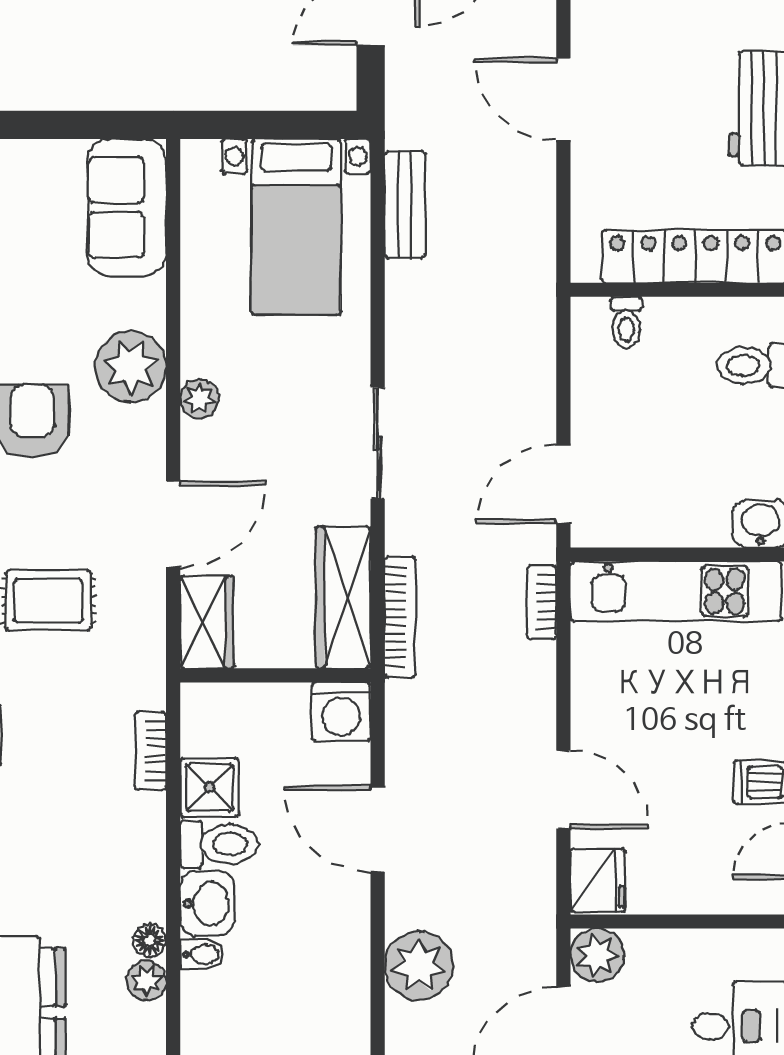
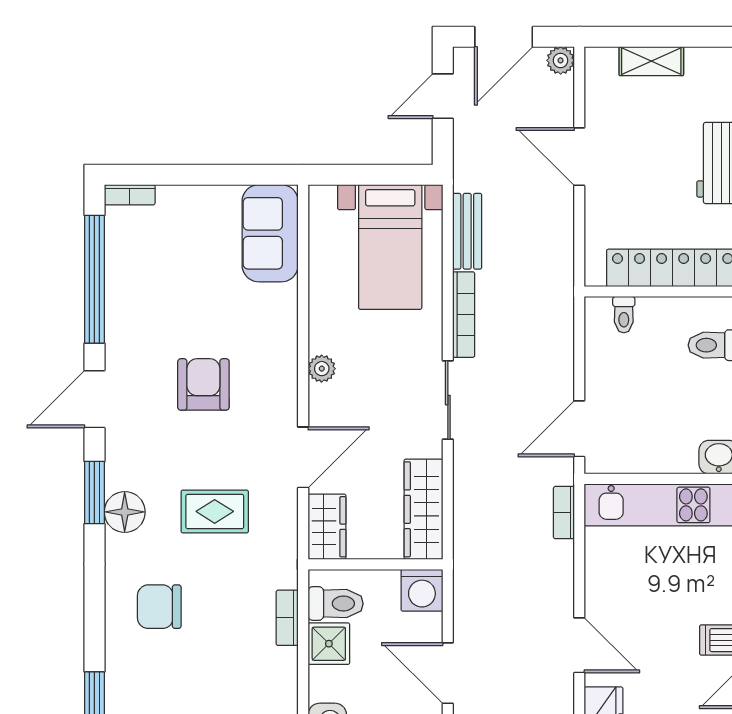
plant: (131, 367) -> (273, 346), removed
bookcase: (400, 617) -> (464, 315), moved
toilet: (219, 844) -> (336, 604), moved

